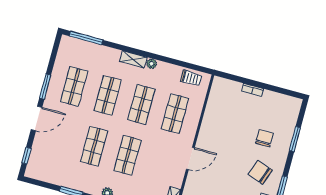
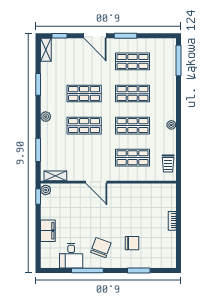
shelving: (133, 59) -> (46, 50), moved

